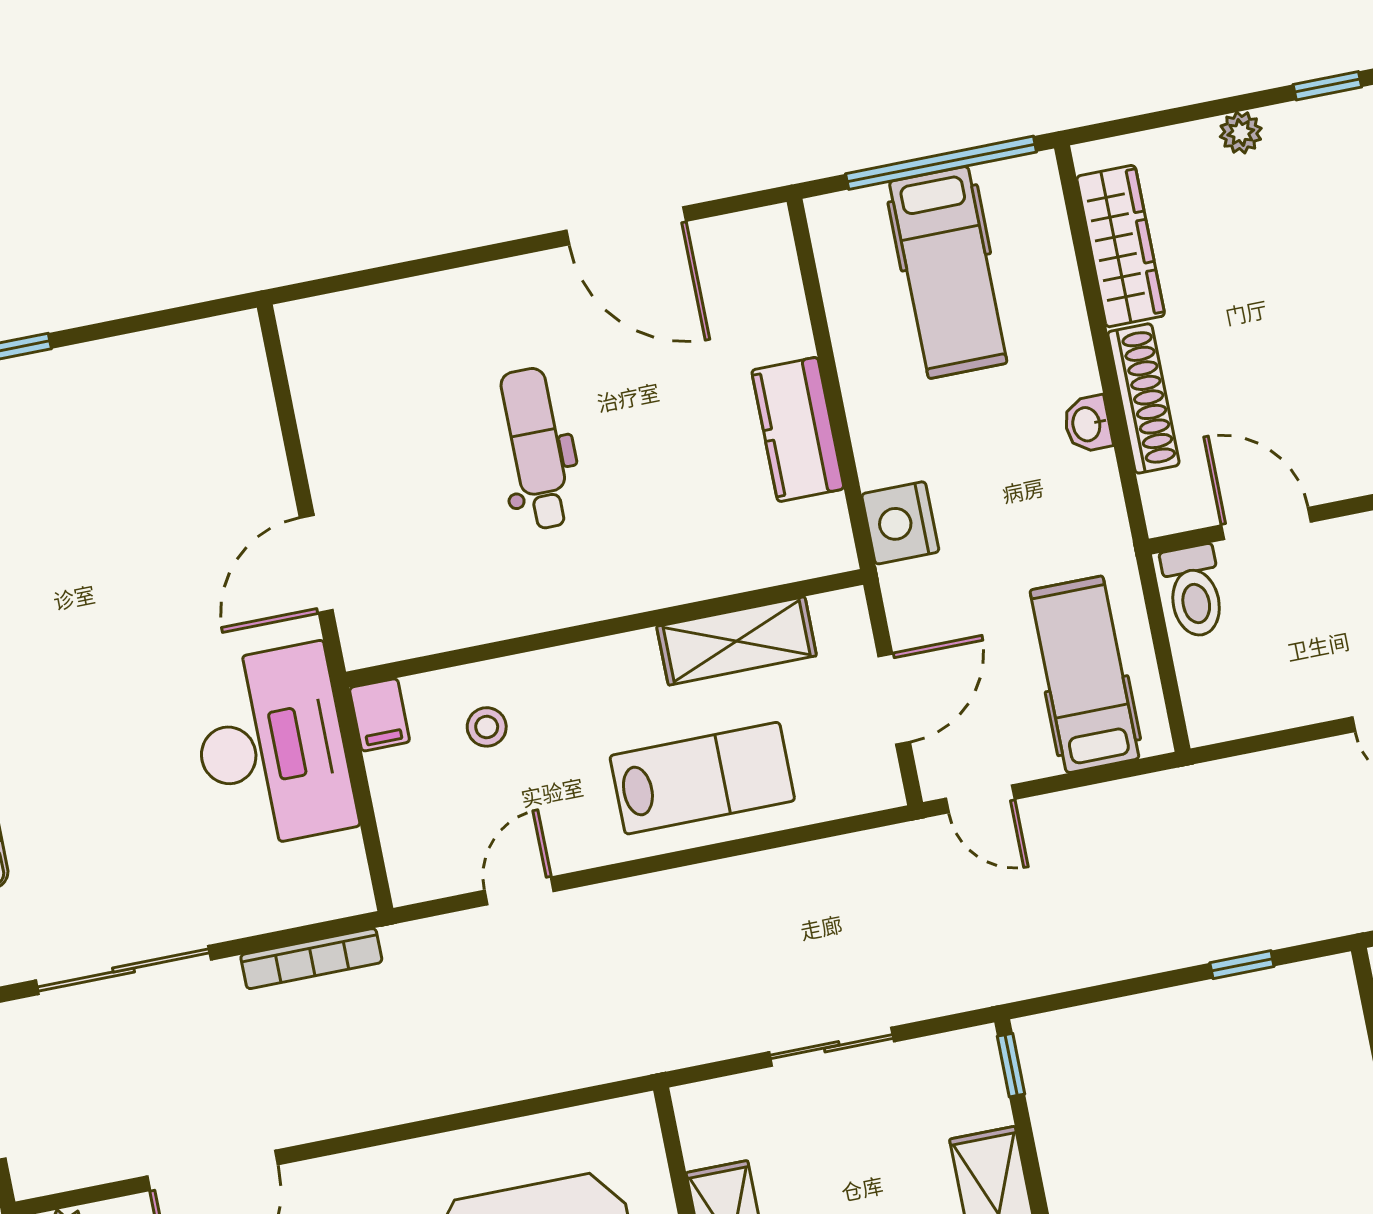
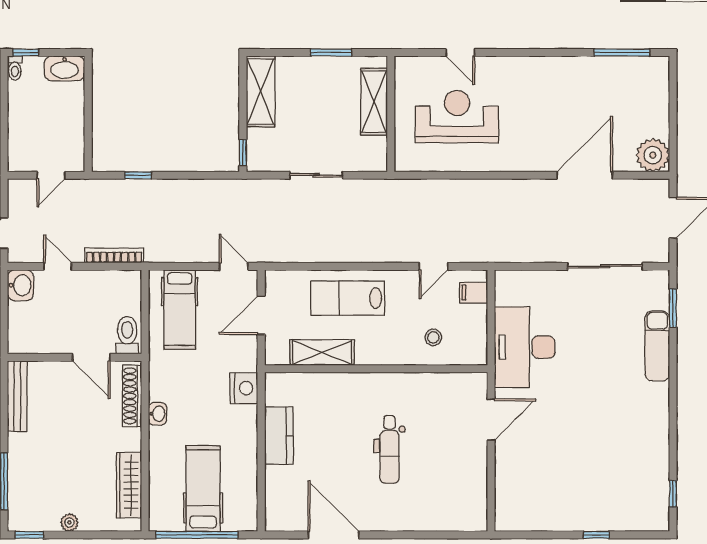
shoe rack: (1143, 398) -> (132, 396), moved
filing cabinet: (380, 715) -> (474, 292), moved, turned -90
bookcase: (311, 959) -> (114, 255), moved

